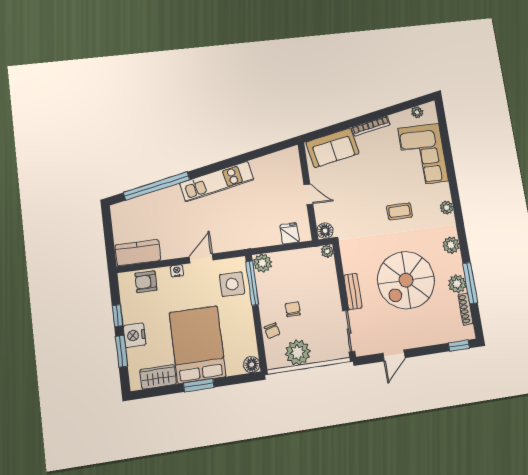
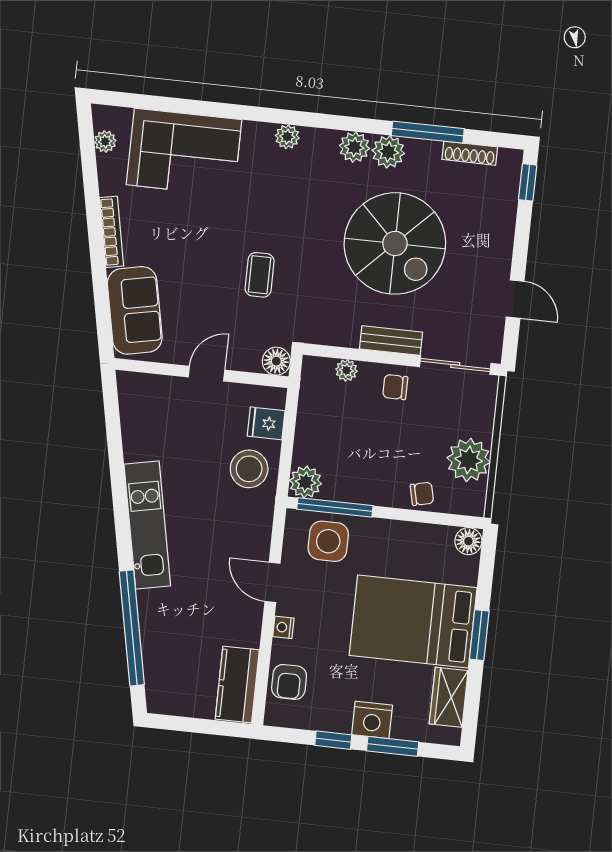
coffee table: (400, 211) -> (260, 275), moved
stool: (262, 230) -> (249, 469), added
plant: (327, 251) -> (346, 370), moved
plant: (457, 284) -> (388, 152), moved
chair: (293, 309) -> (395, 387), moved

